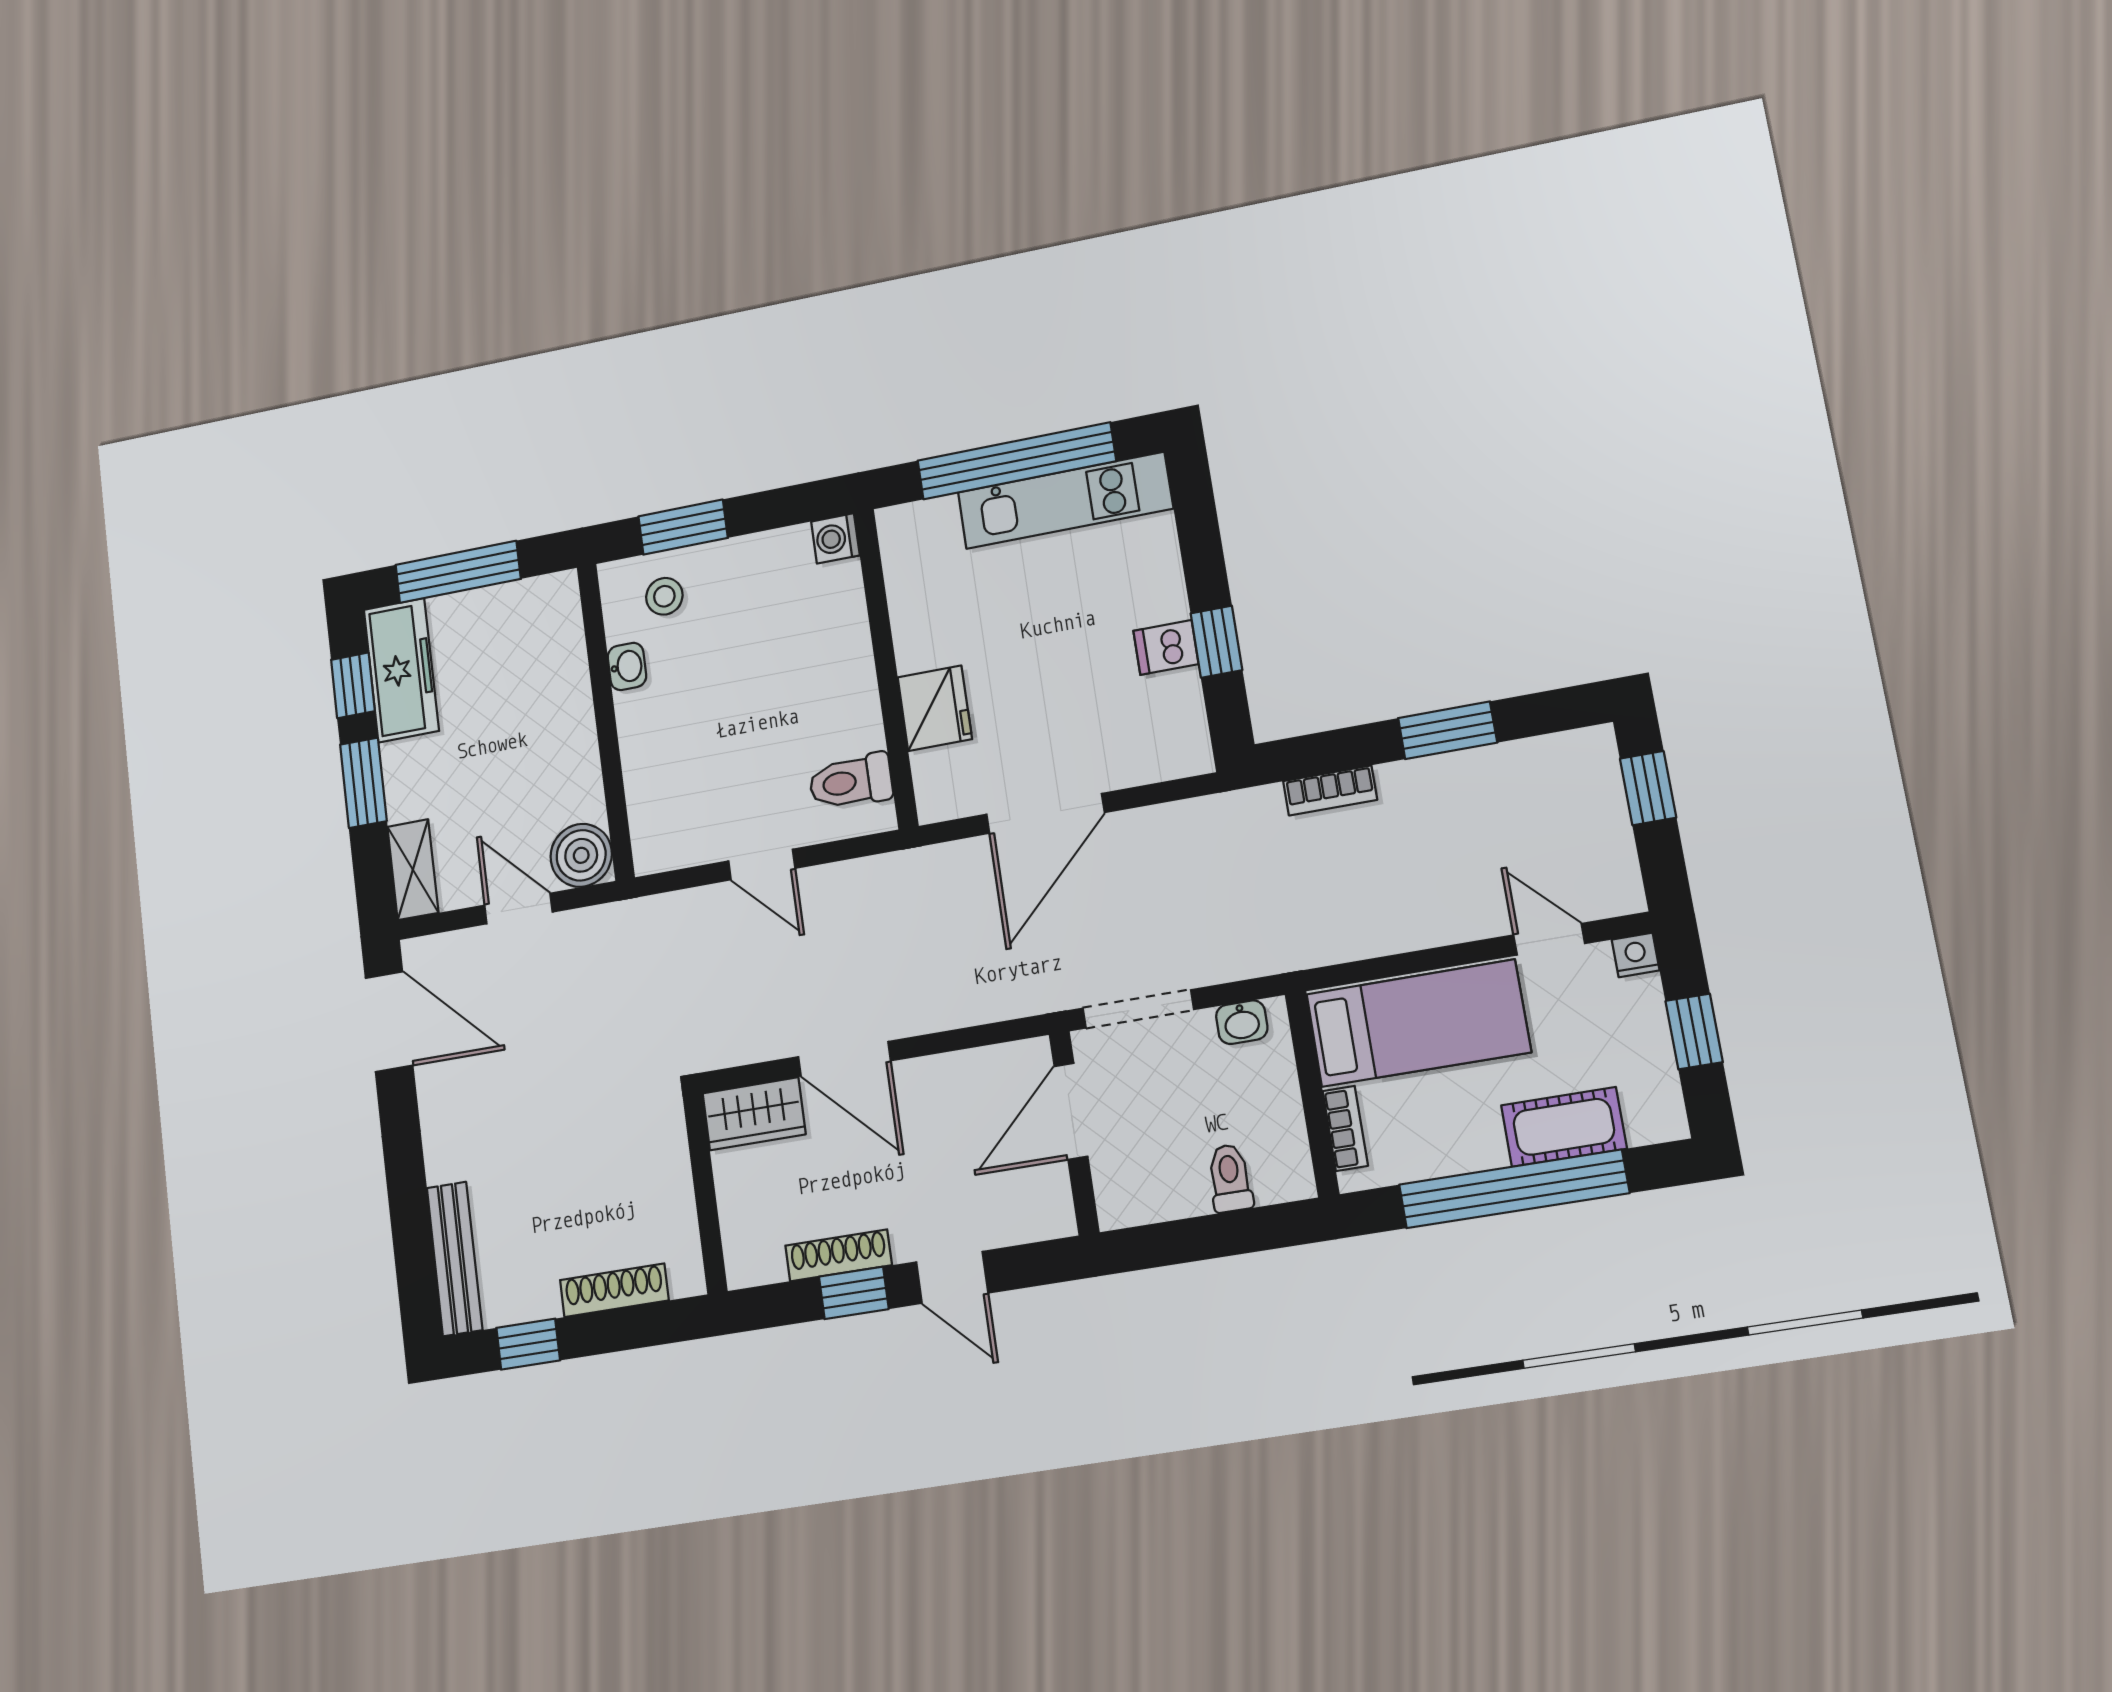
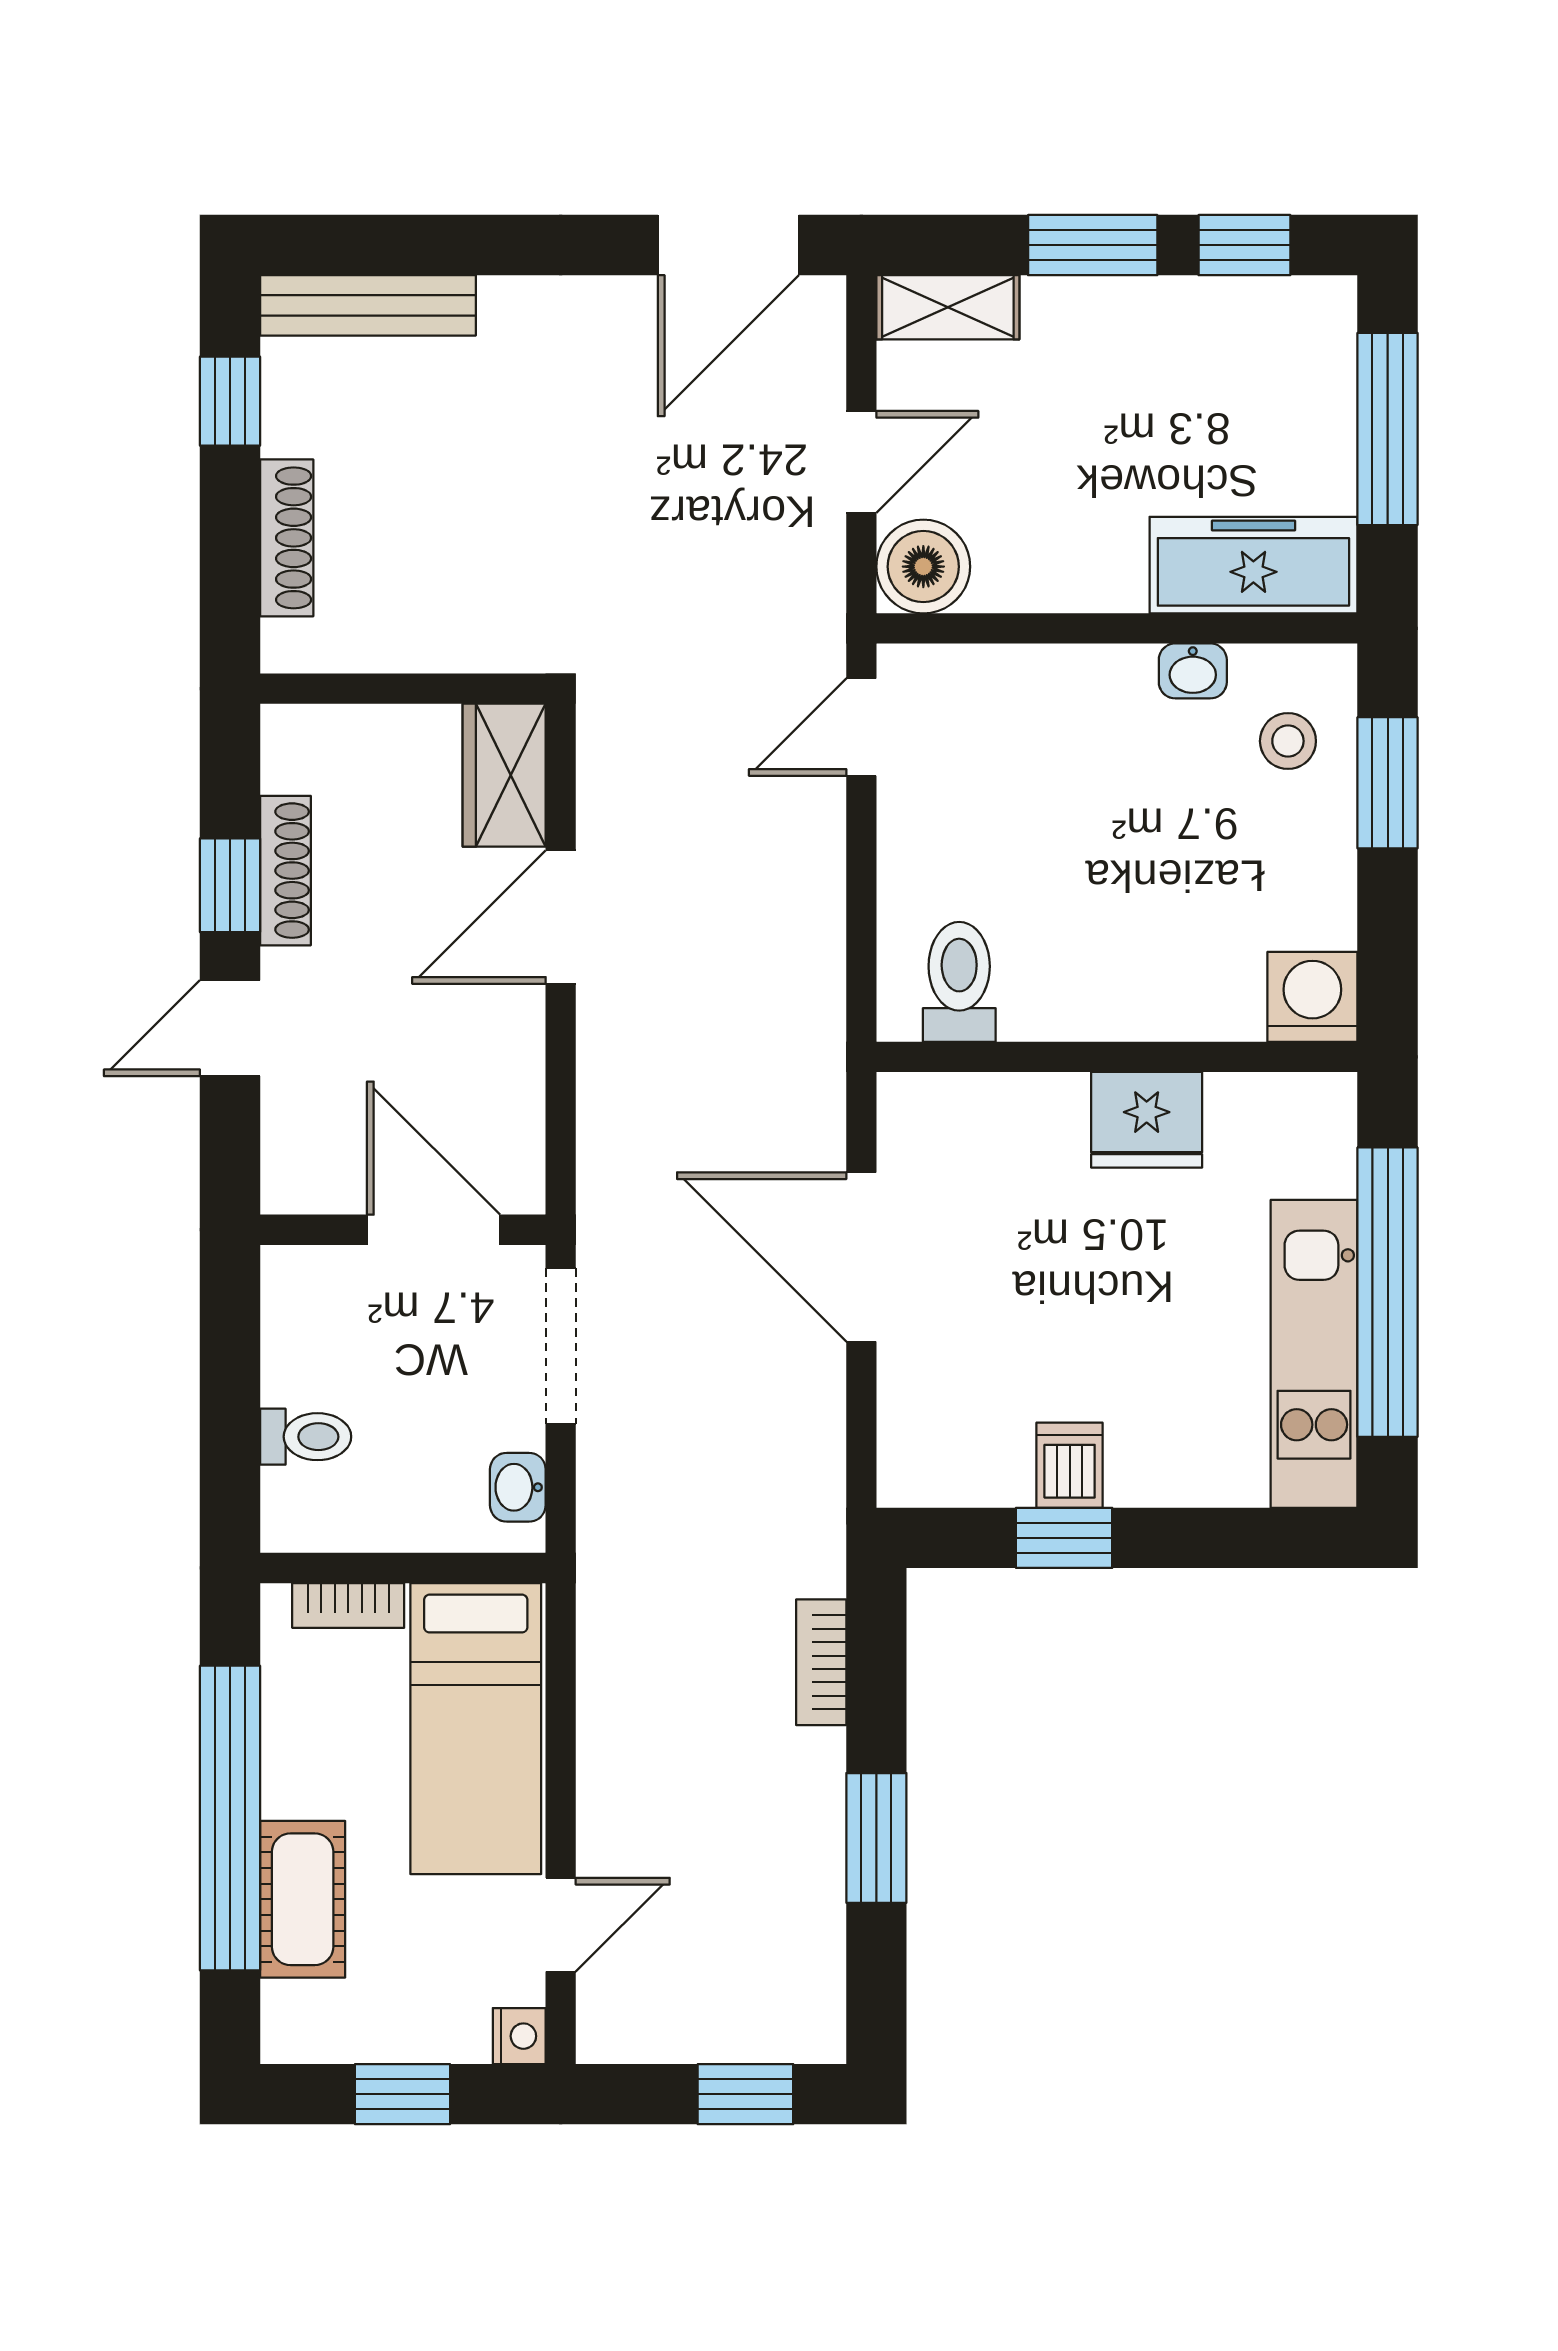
washing machine: (835, 538) -> (1312, 997), width x1.38, depth x1.38
freezer: (401, 670) -> (1253, 565), moved, turned 180
fridge: (935, 708) -> (1147, 1120), moved
door: (762, 865) -> (861, 727), moved

